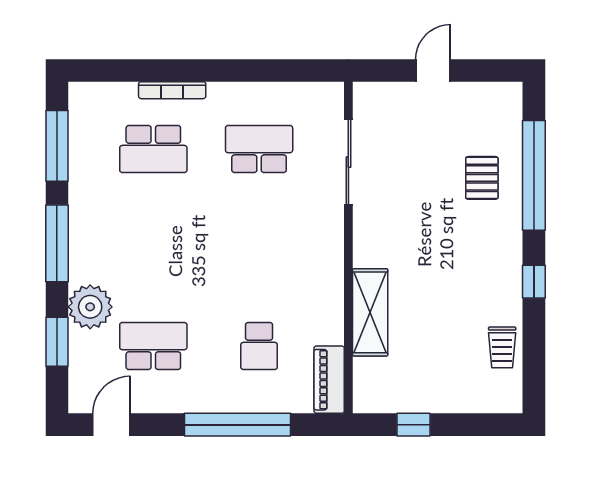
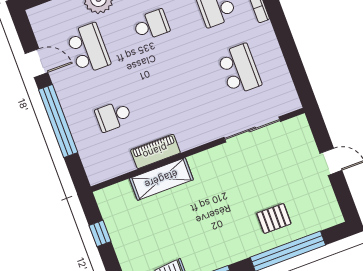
school desk: (153, 248) -> (151, 25), added
piano: (329, 380) -> (155, 151), moved
door: (112, 425) -> (37, 63), moved

